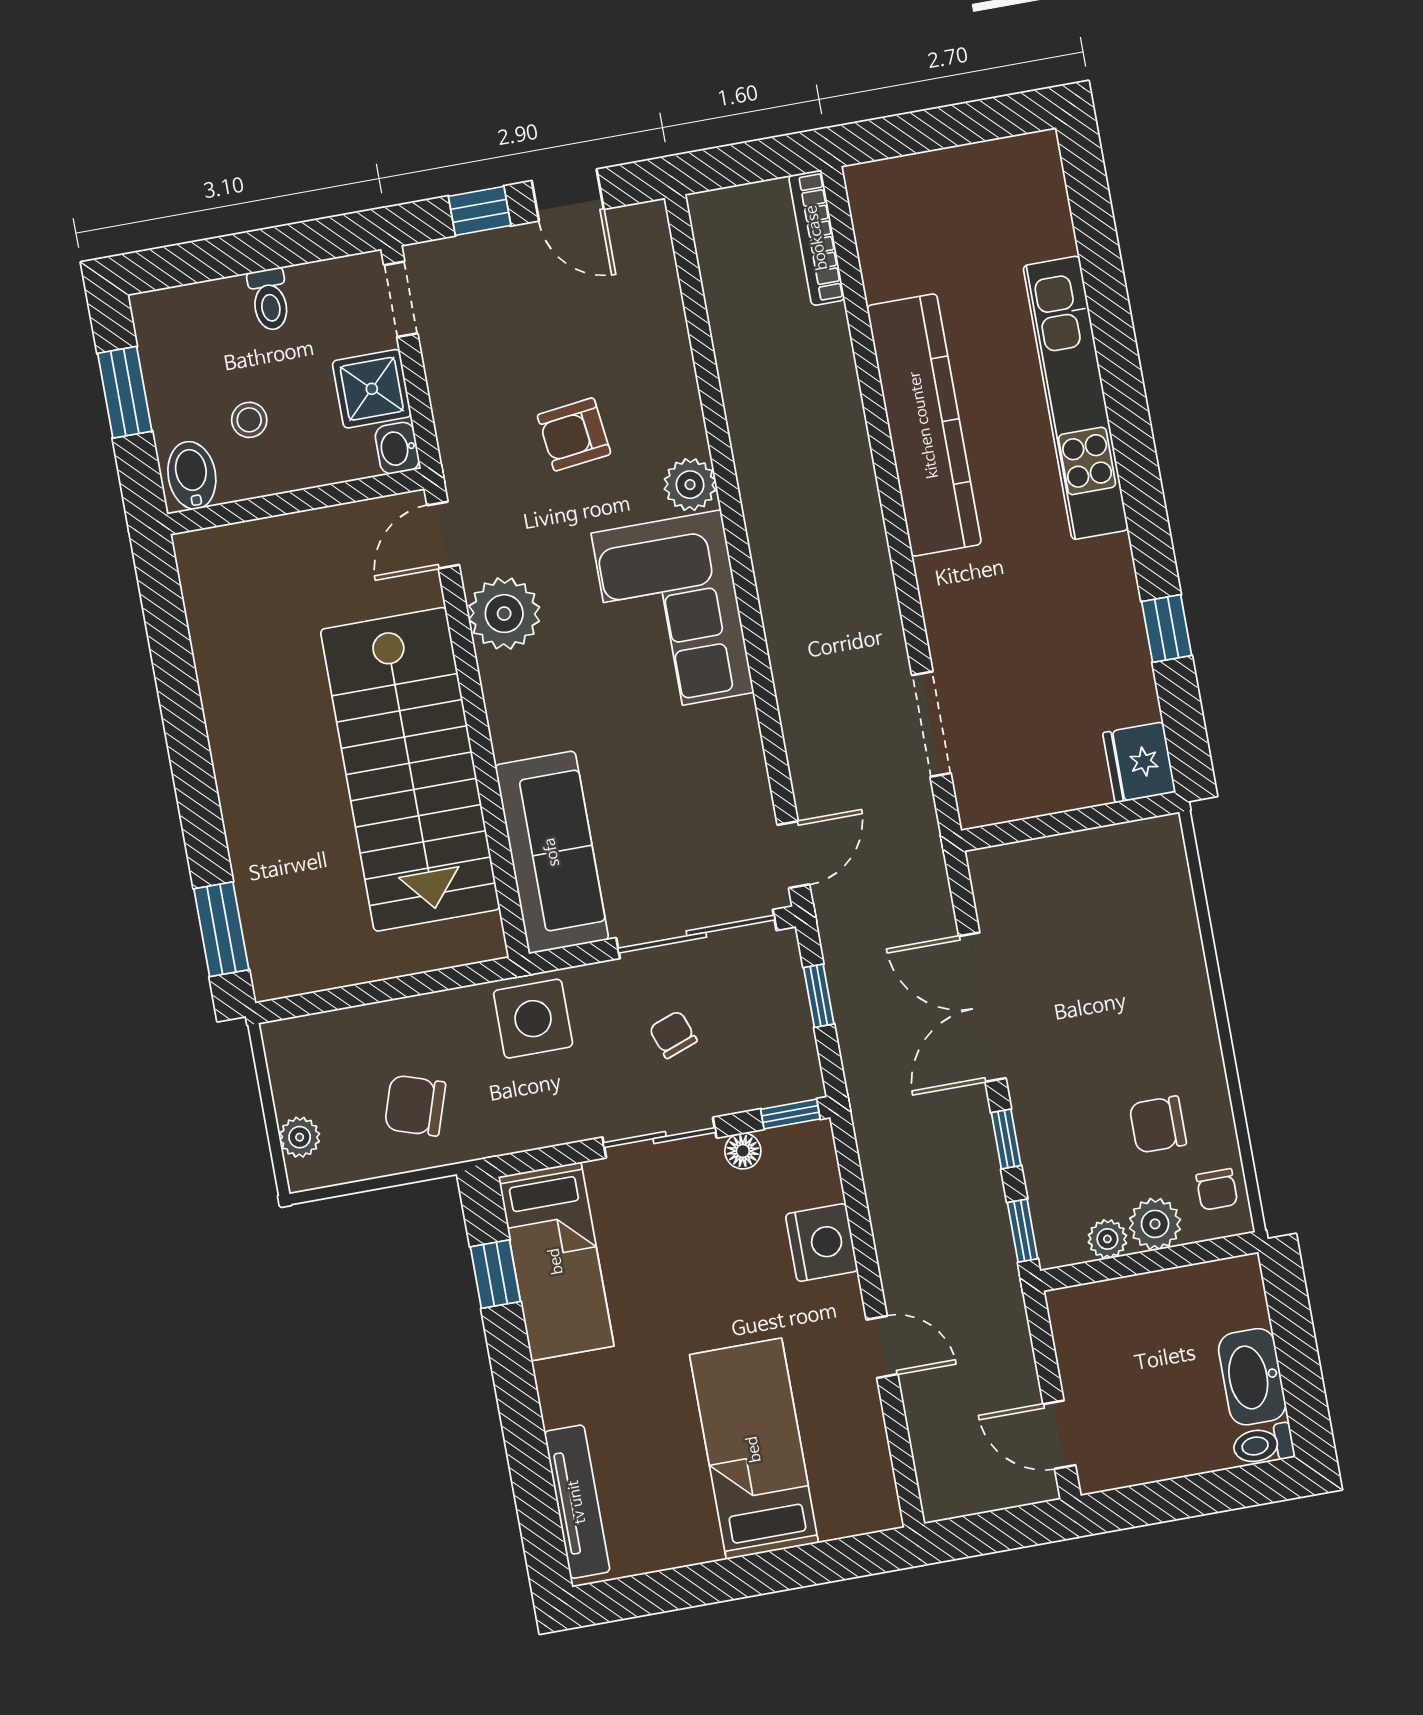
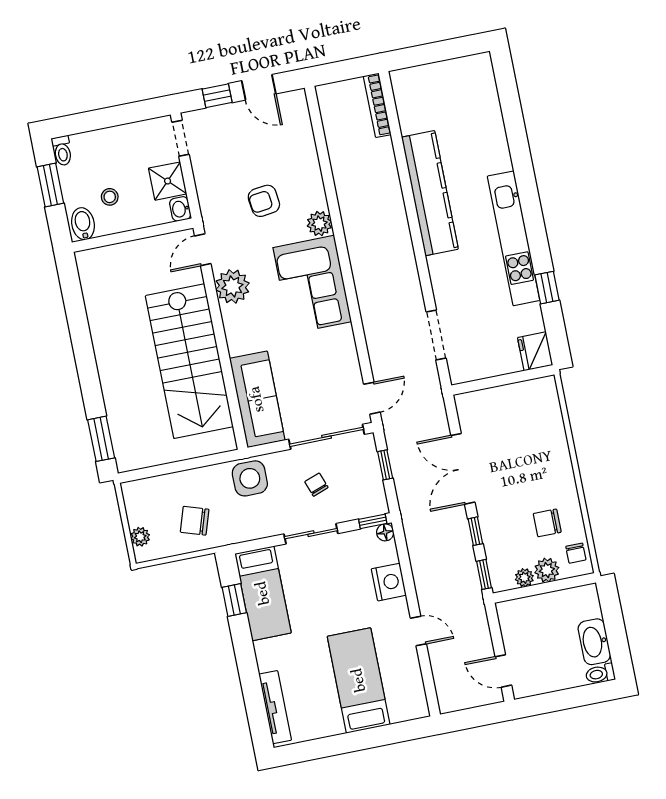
toilet: (269, 300) -> (62, 151), moved
kitchen unit: (1076, 398) -> (514, 238), moved
floor lamp: (743, 1151) -> (385, 532), moved

